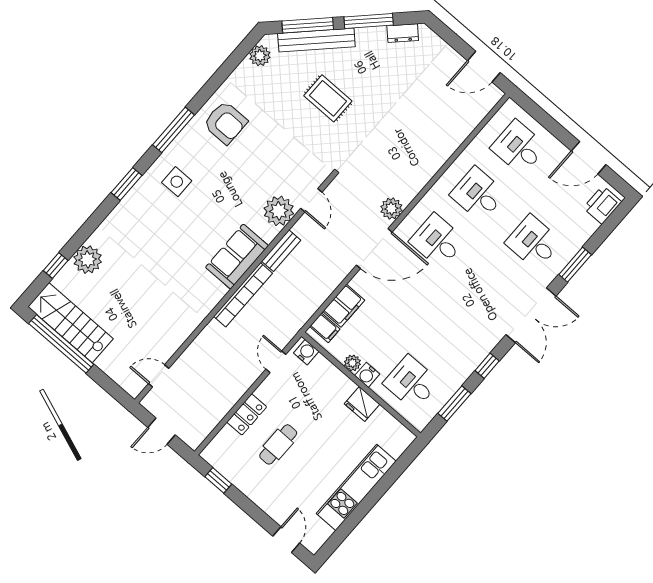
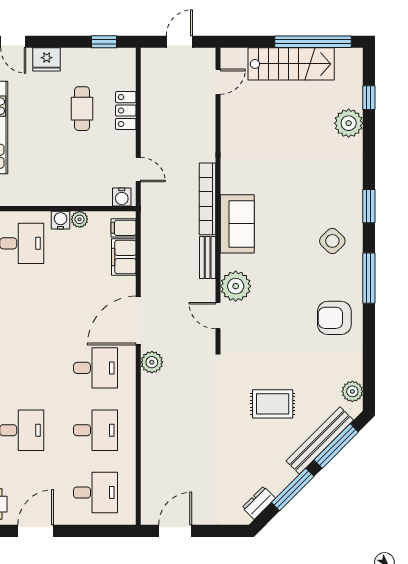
side table: (177, 182) -> (332, 241), turned 45
stairs: (71, 323) -> (291, 64), moved
fridge: (362, 404) -> (47, 59), moved, turned 180

